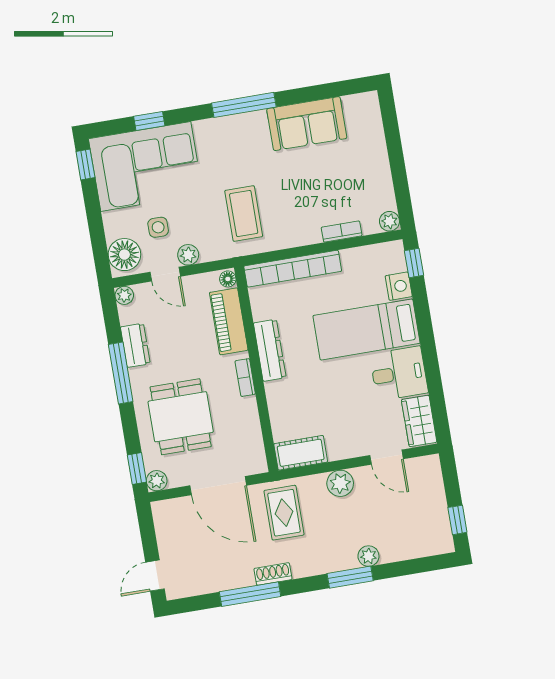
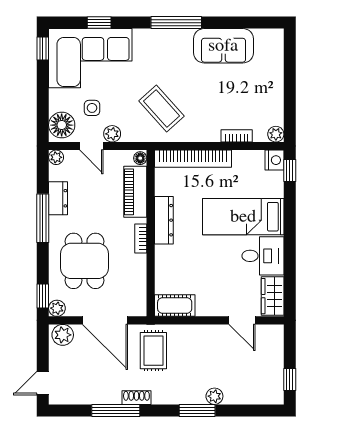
coffee table: (244, 213) -> (162, 108), turned -42
nightstand: (399, 286) -> (274, 160), moved
plant: (340, 483) -> (63, 335), moved

